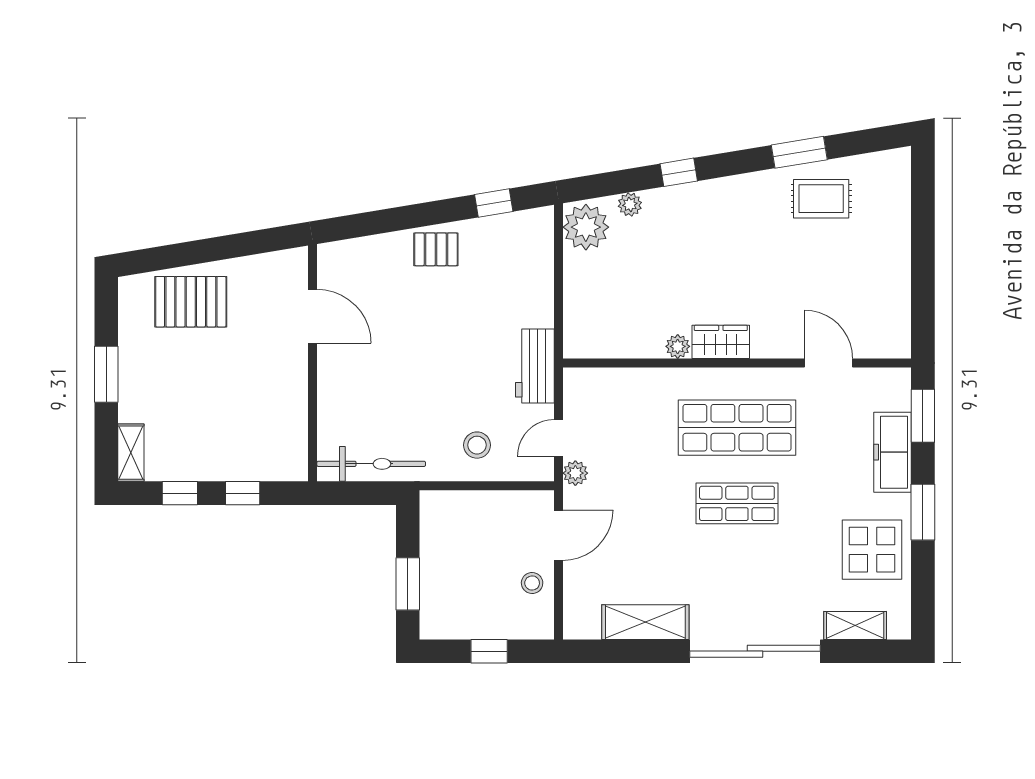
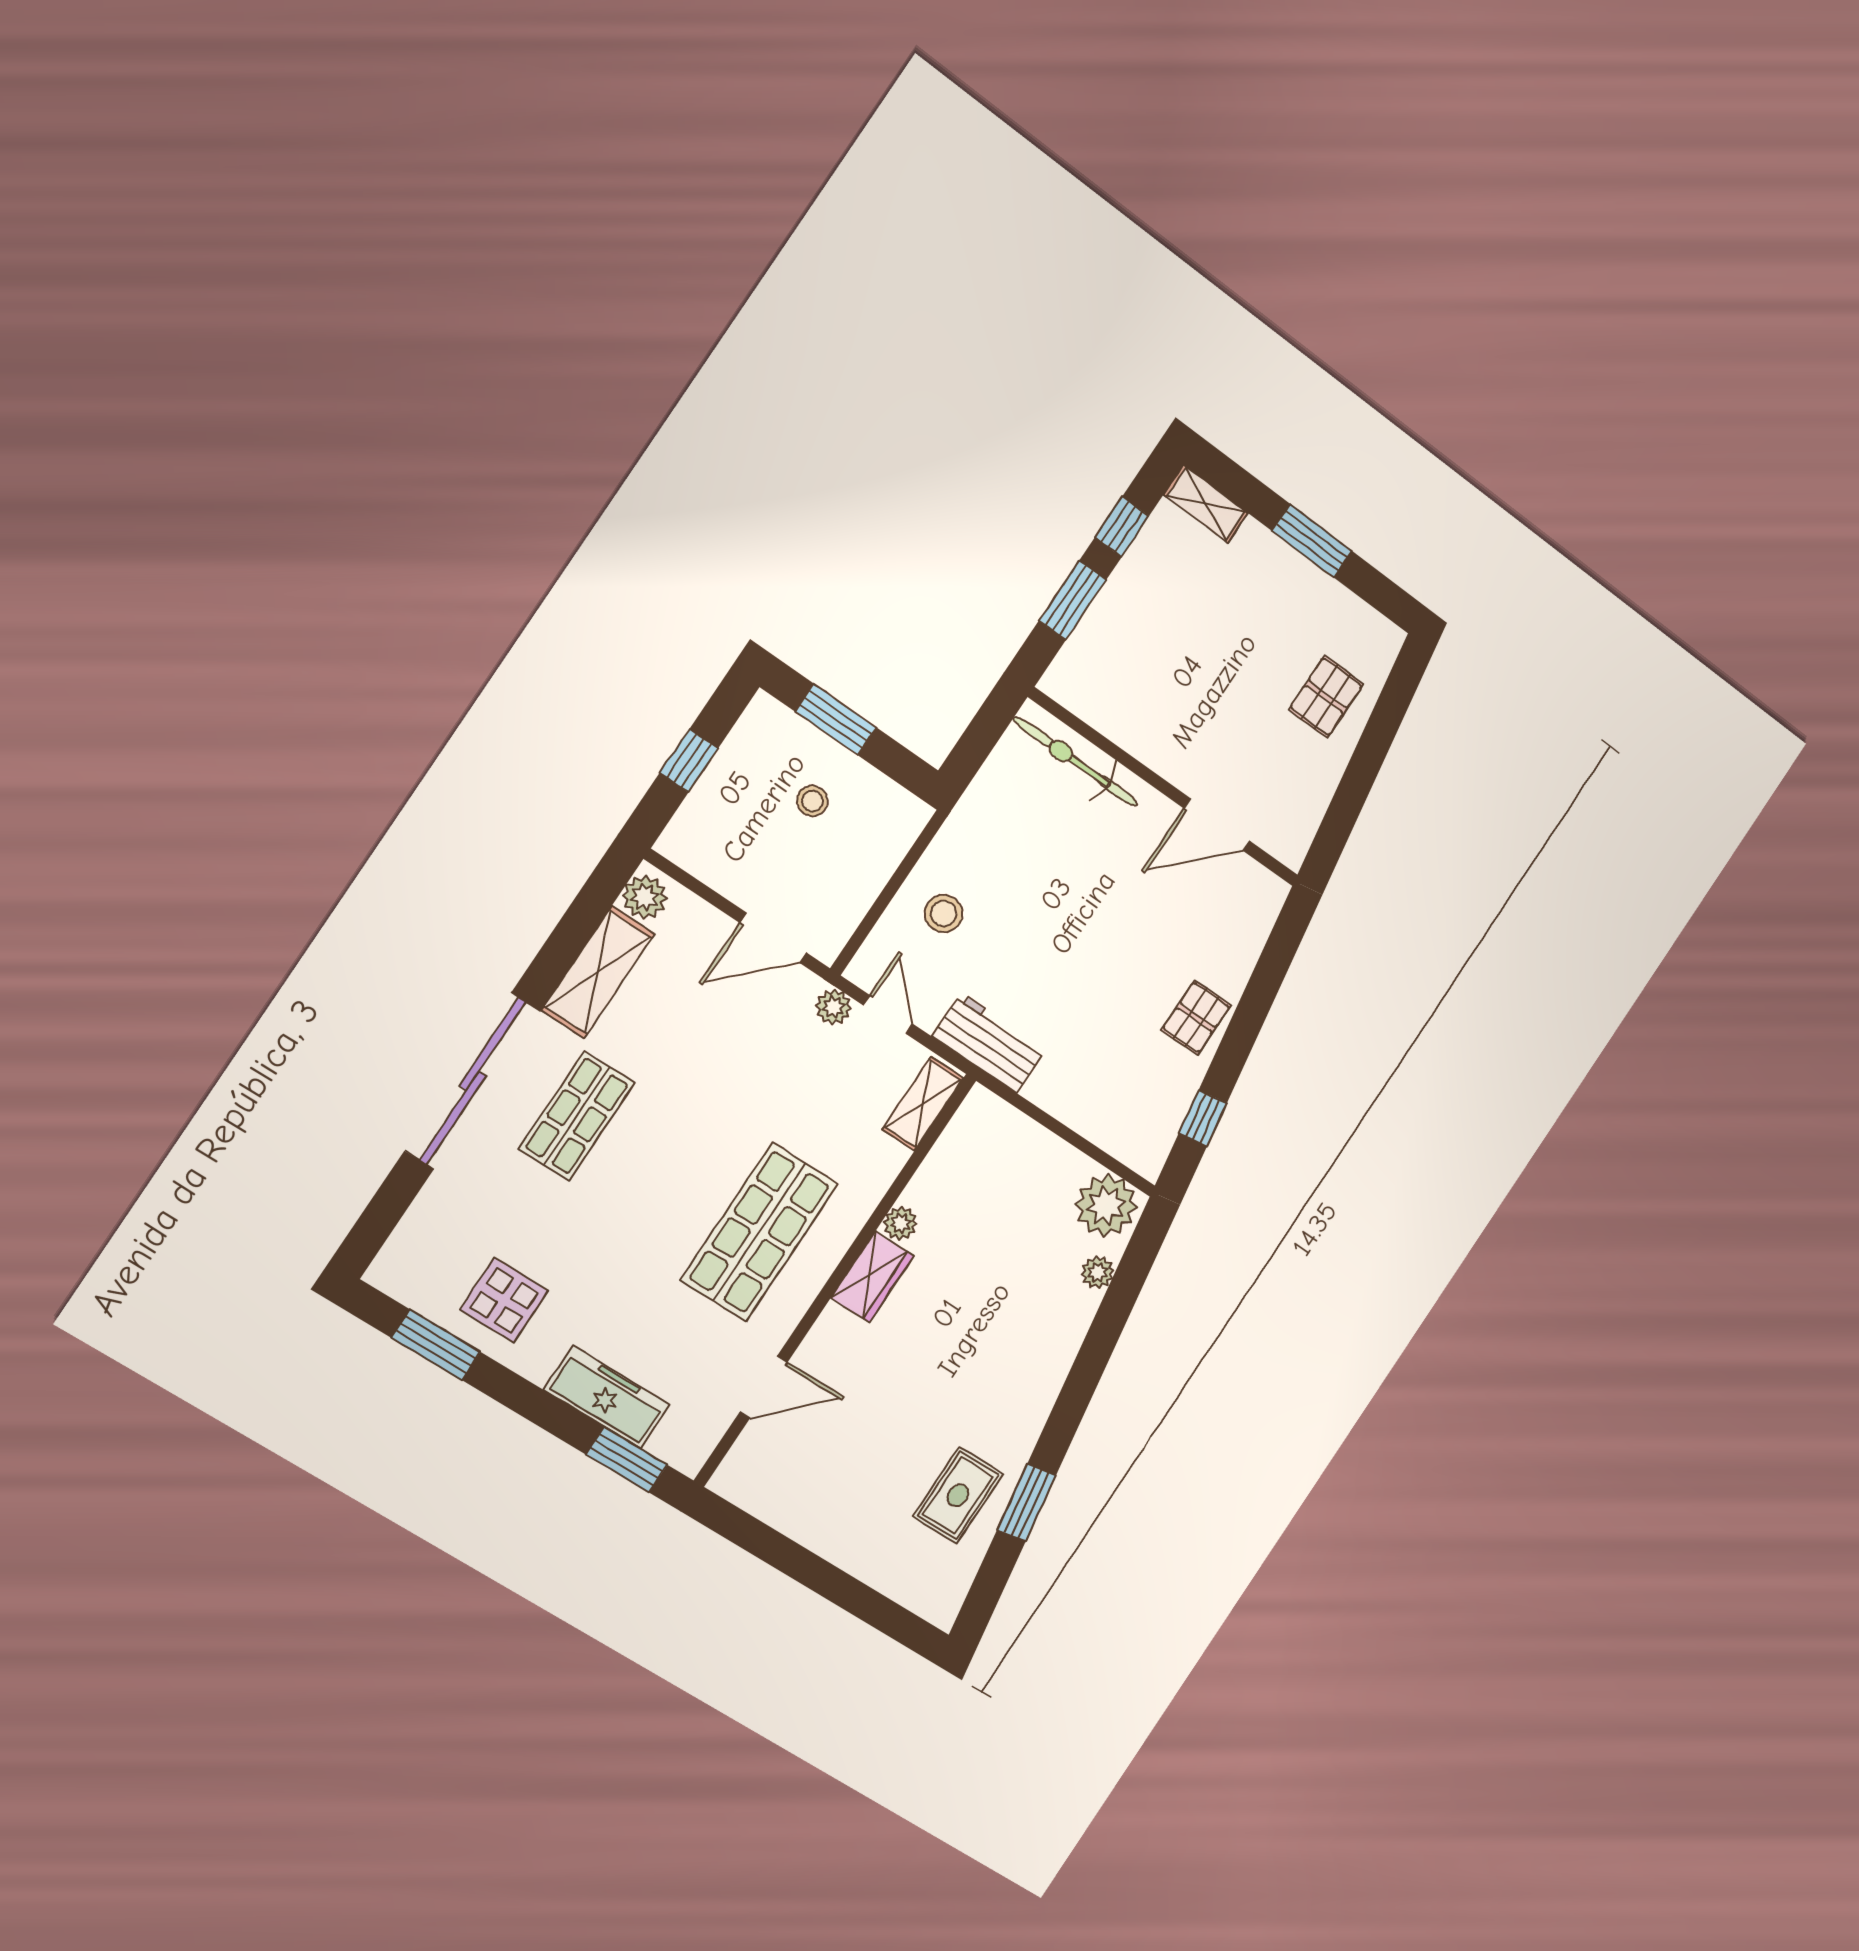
window: (679, 172) -> (1096, 1351), removed
pallet: (191, 302) -> (1326, 697), width x0.67, depth x0.71
bicycle: (371, 464) -> (1076, 762), moved, turned 90
window: (243, 493) -> (1073, 600), width x1.50
shop shelf: (737, 503) -> (577, 1116), moved
window: (923, 512) -> (436, 1345), moved
door: (558, 535) -> (773, 938), hinge flipped
display table: (872, 550) -> (504, 1300), width x0.73, depth x0.73
stool: (532, 583) -> (812, 801), moved
plant: (584, 624) -> (645, 897), added
shelving: (855, 625) -> (923, 1104), moved

